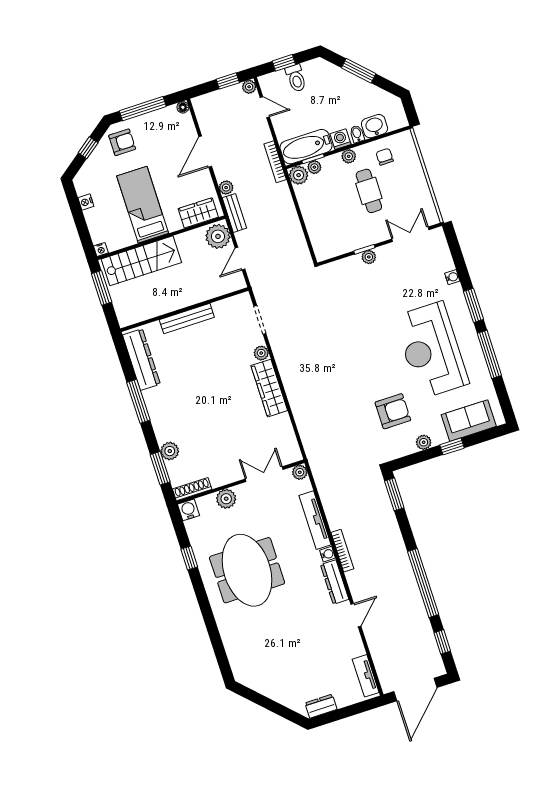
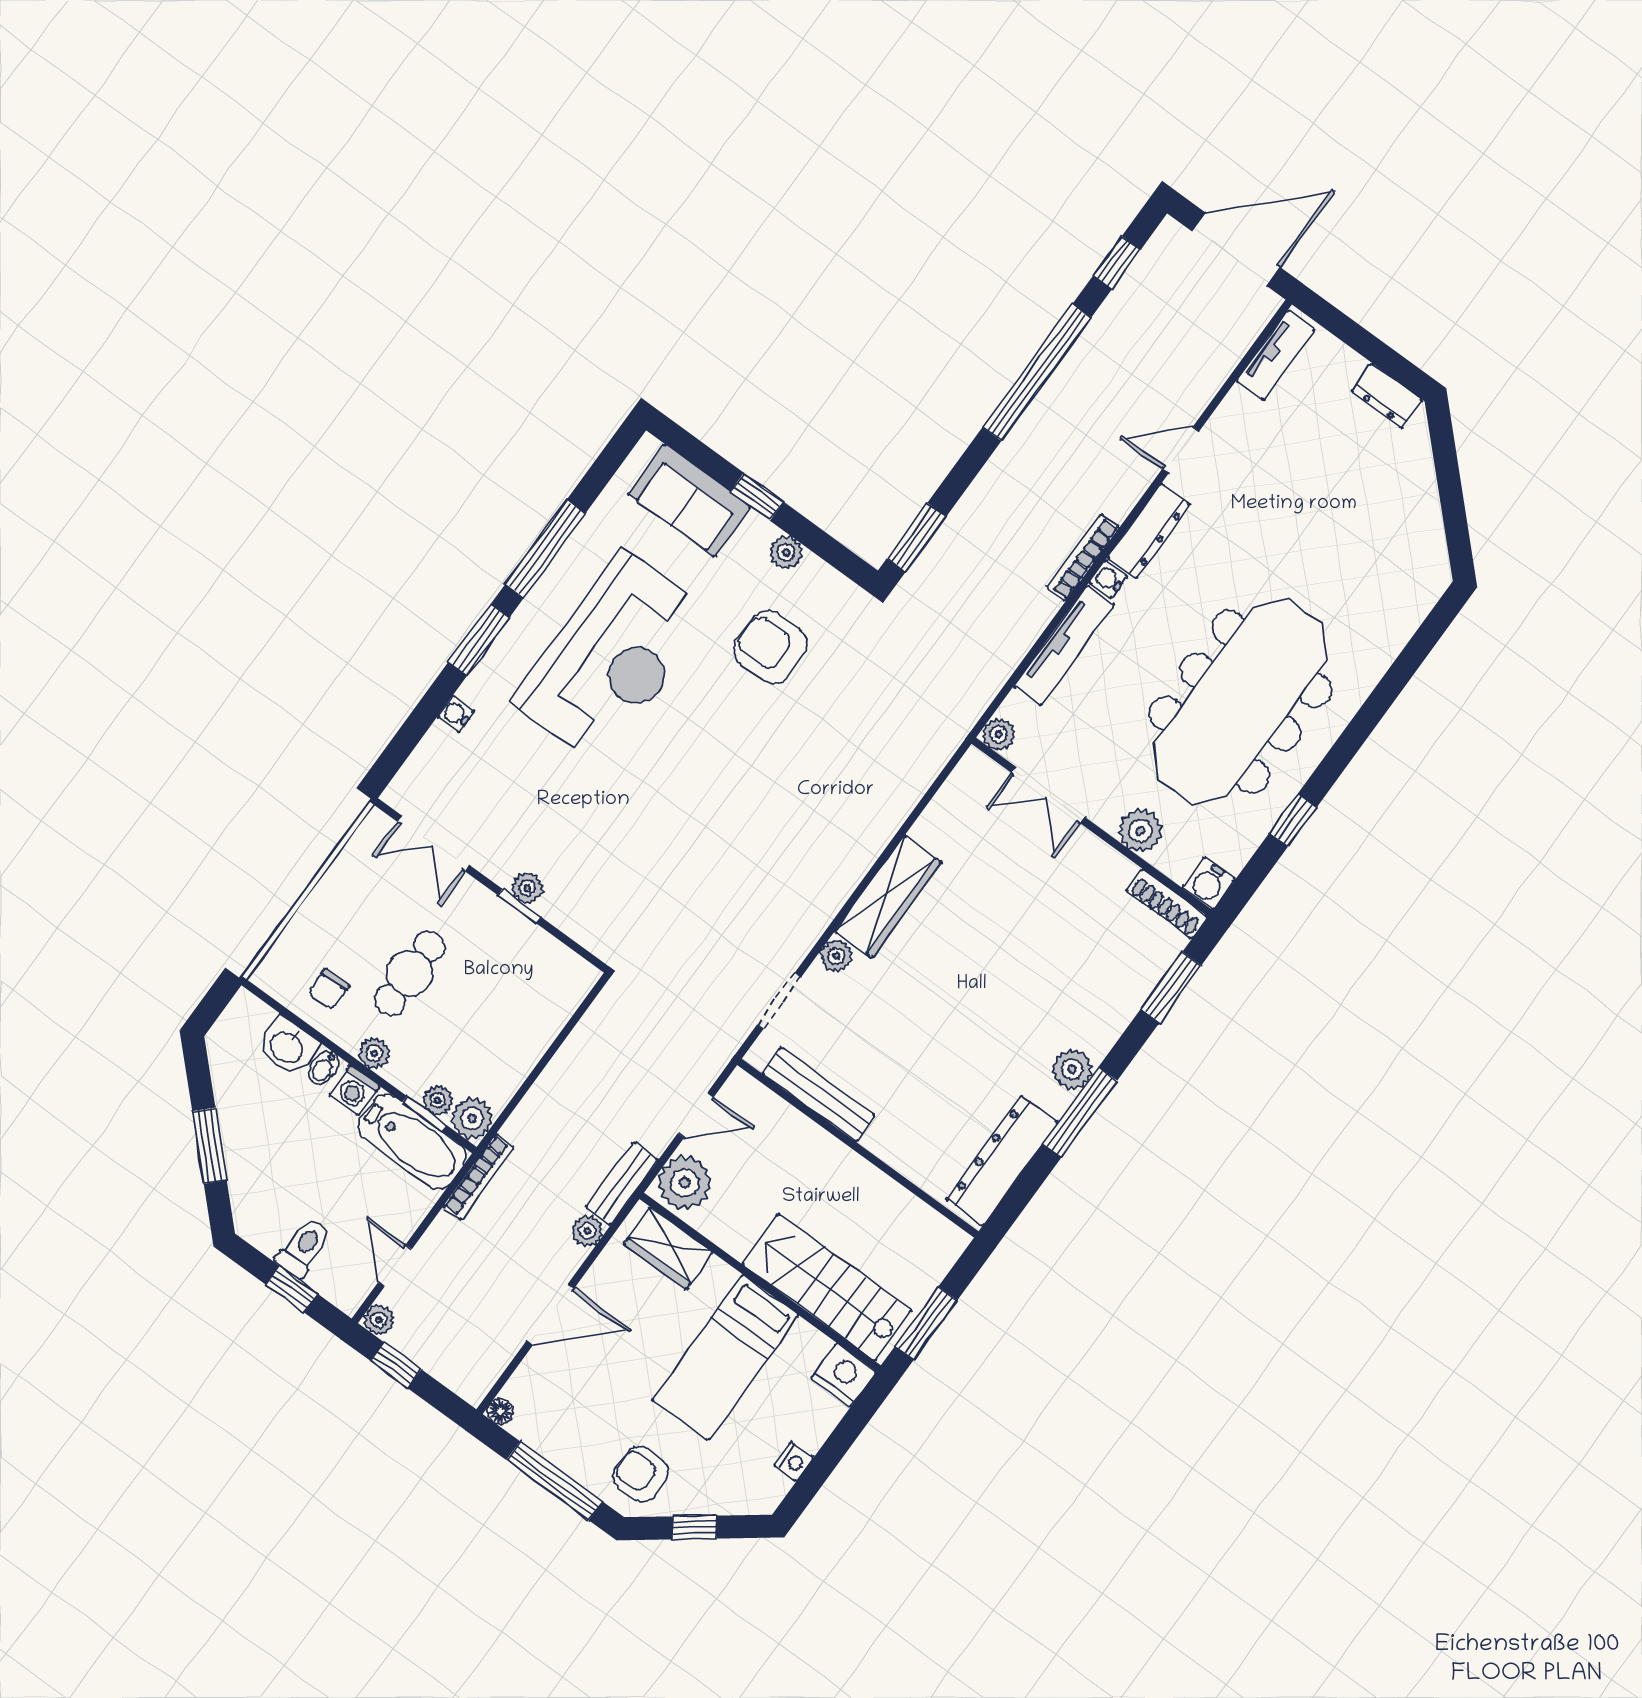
nightstand: (101, 249) -> (843, 1375), width x1.89, depth x1.79
bench: (187, 319) -> (819, 1095), moved
plant: (170, 451) -> (1072, 1069), moved
meeting table: (247, 570) -> (1240, 702), width x1.36

